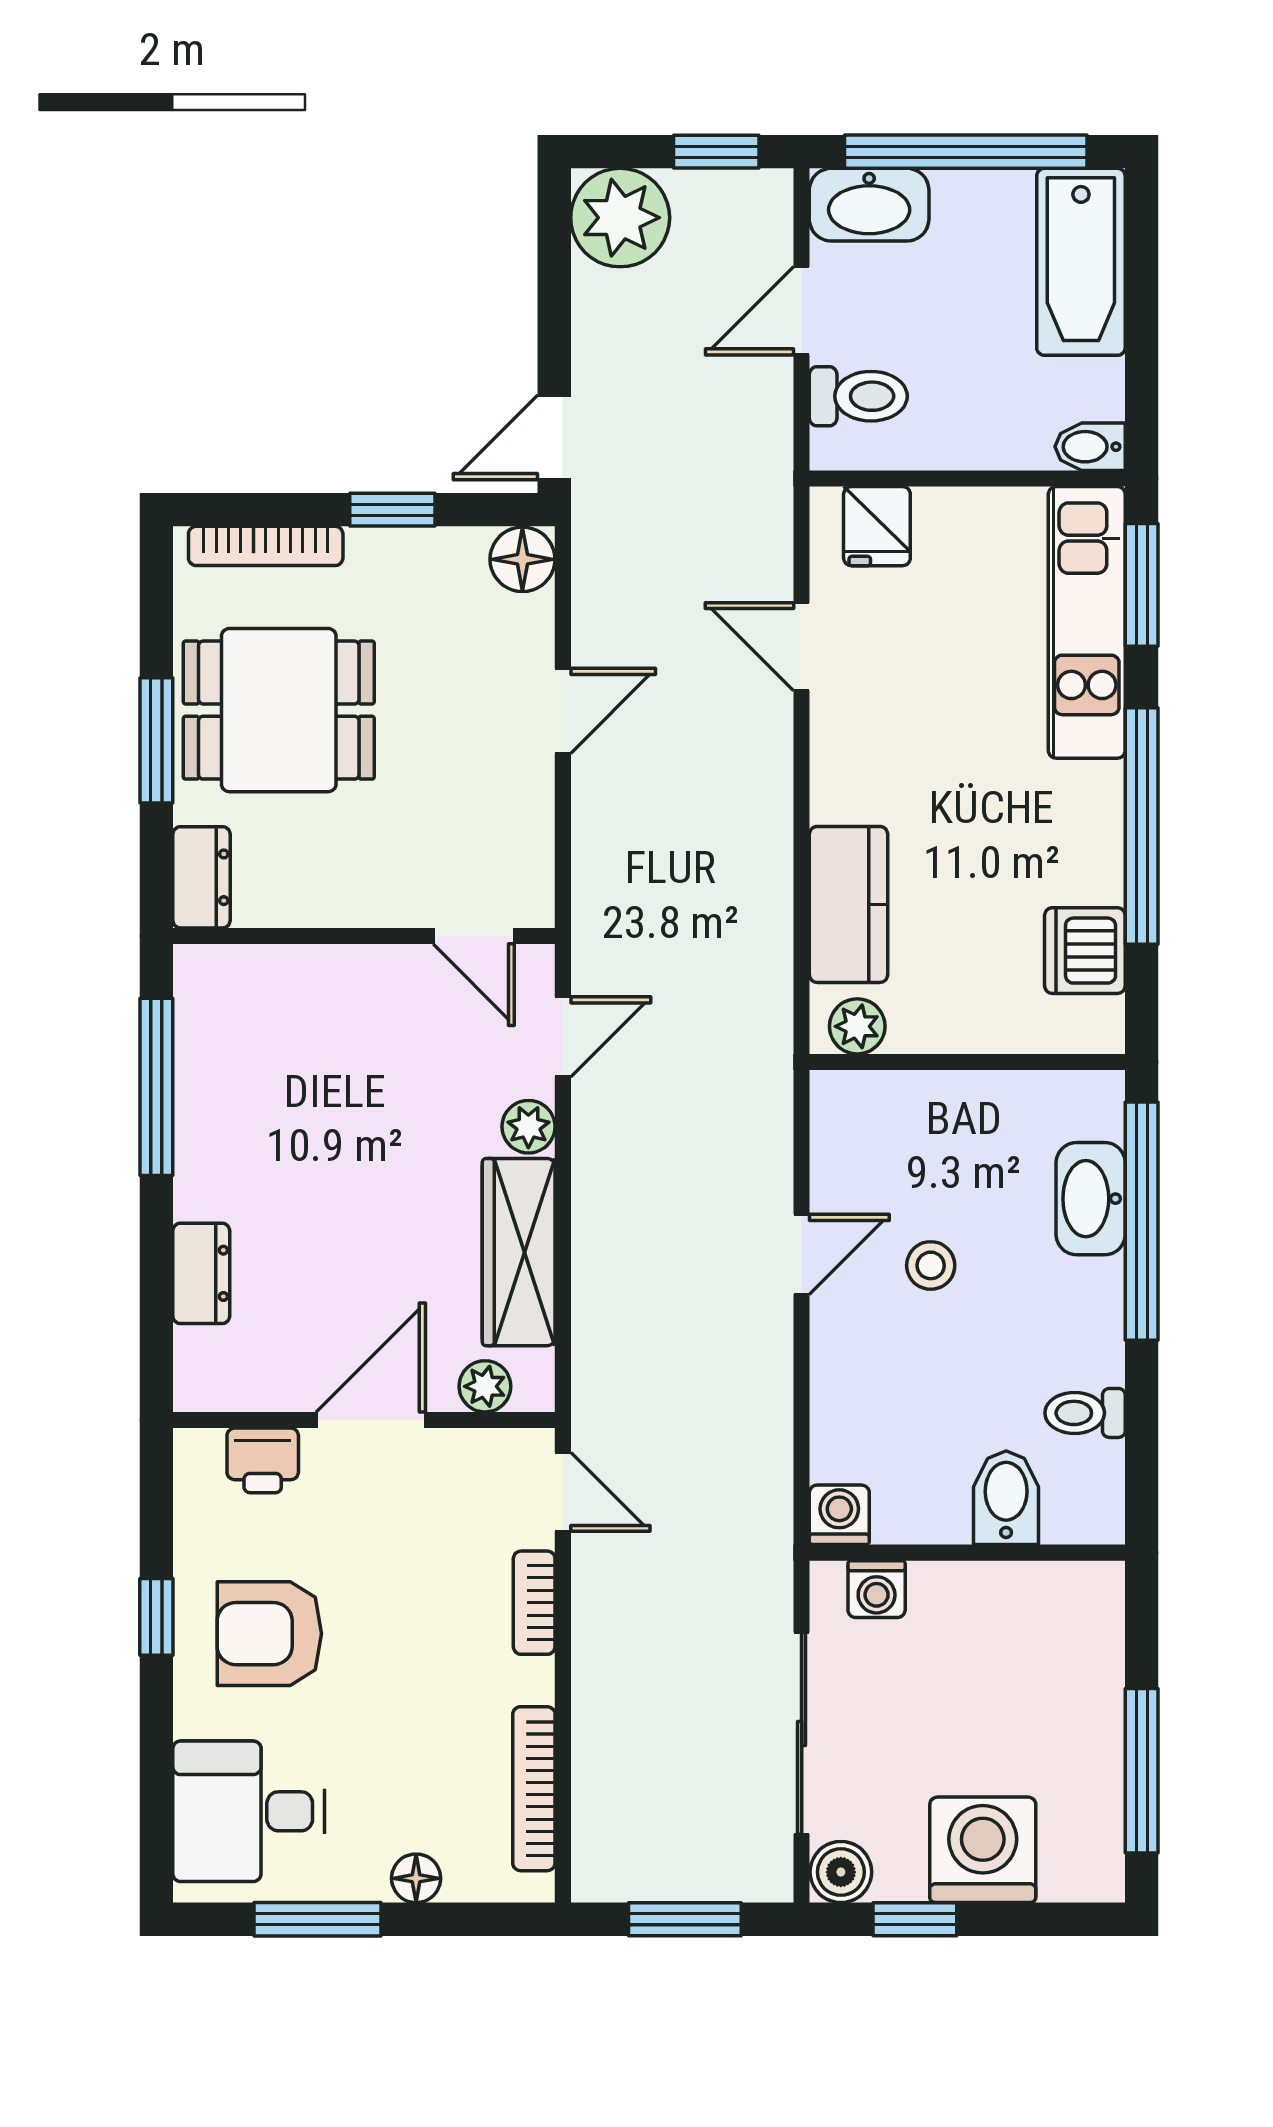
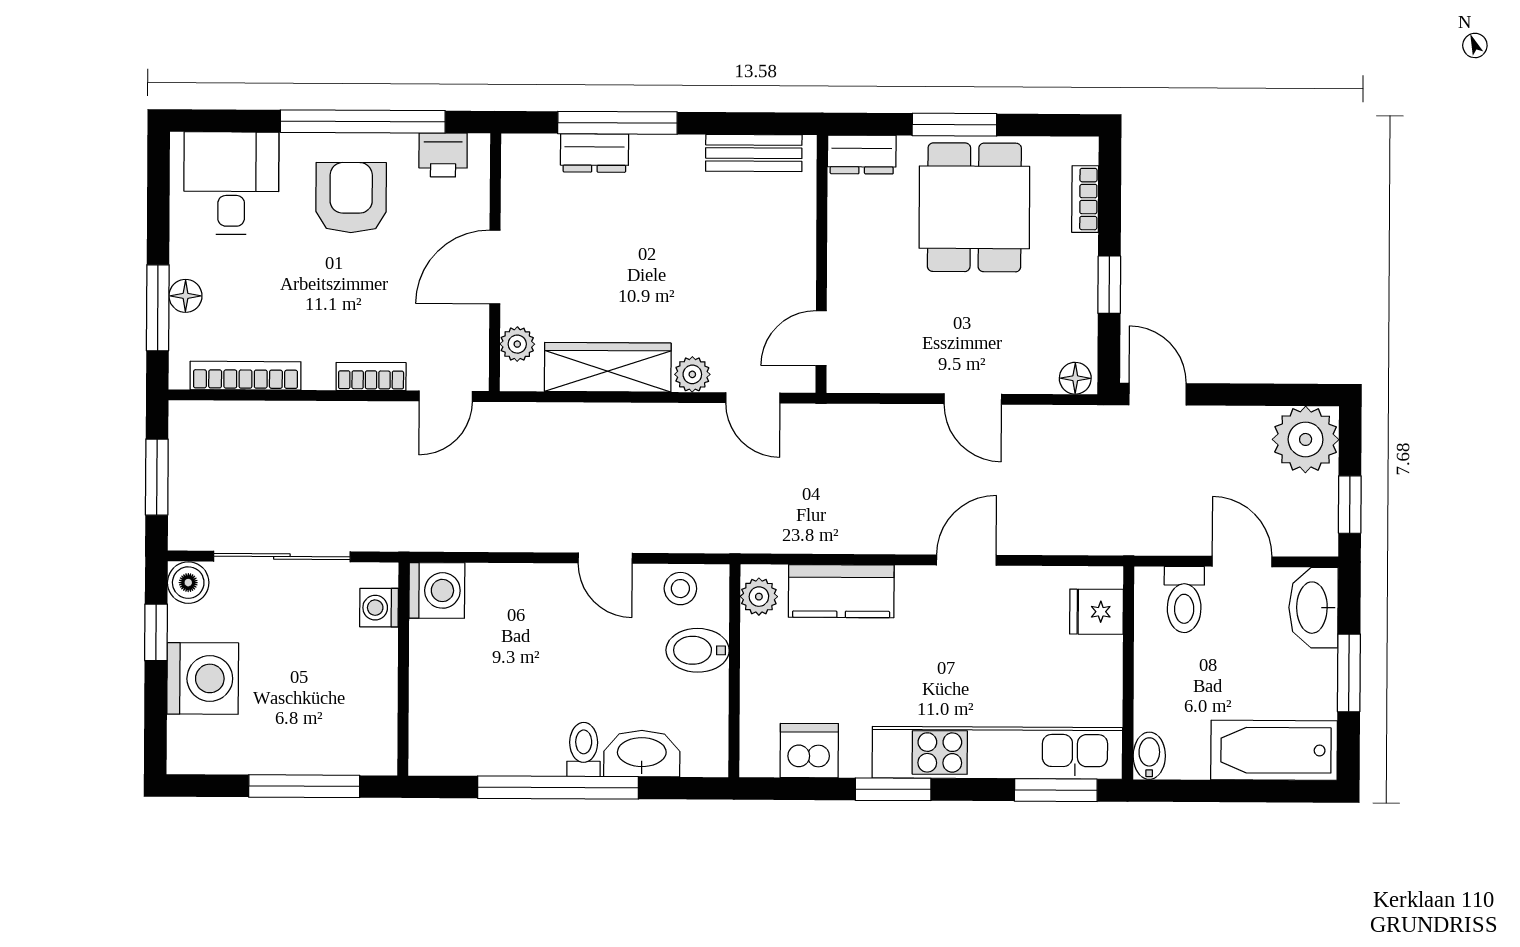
window: (966, 152) -> (1349, 673), width x0.47
bookcase: (266, 546) -> (1085, 199), width x0.64
floor lamp: (522, 559) -> (1075, 378), width x0.73, depth x0.73
kitchen unit: (1087, 622) -> (997, 753), width x1.36
door: (802, 647) -> (966, 560), moved
window: (1142, 826) -> (893, 789), width x0.47
bench: (200, 1037) -> (754, 153), added
window: (156, 1087) -> (617, 123), moved
window: (1142, 1221) -> (558, 788), moved
stool: (931, 1265) -> (680, 589), moved
toilet: (1085, 1413) -> (584, 749), moved
door: (371, 1420) -> (495, 267), swing flipped
printer: (263, 1460) -> (443, 155), moved, turned -90
bidet: (1006, 1498) -> (698, 650), moved, turned 180
washing machine: (839, 1515) -> (437, 590), width x1.38, depth x1.38
window: (156, 1617) -> (363, 121), width x3.17
window: (1142, 1771) -> (304, 786), moved
window: (317, 1919) -> (158, 308), moved

